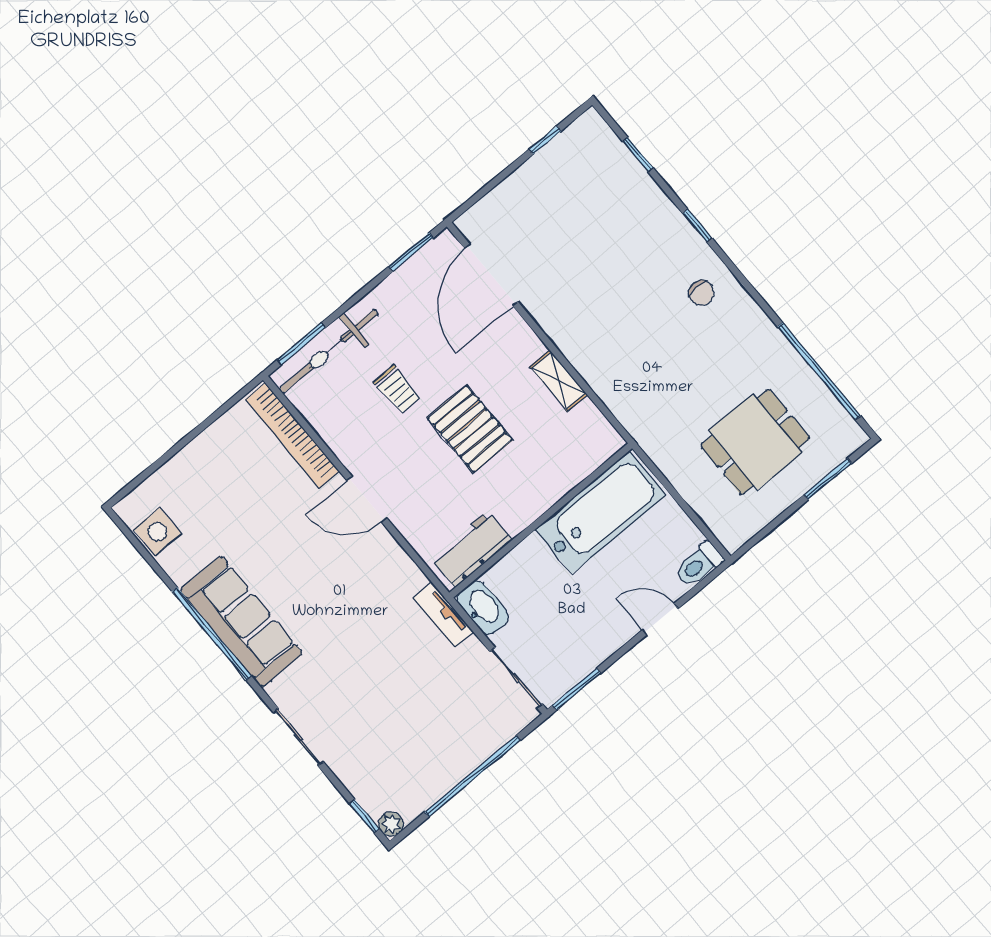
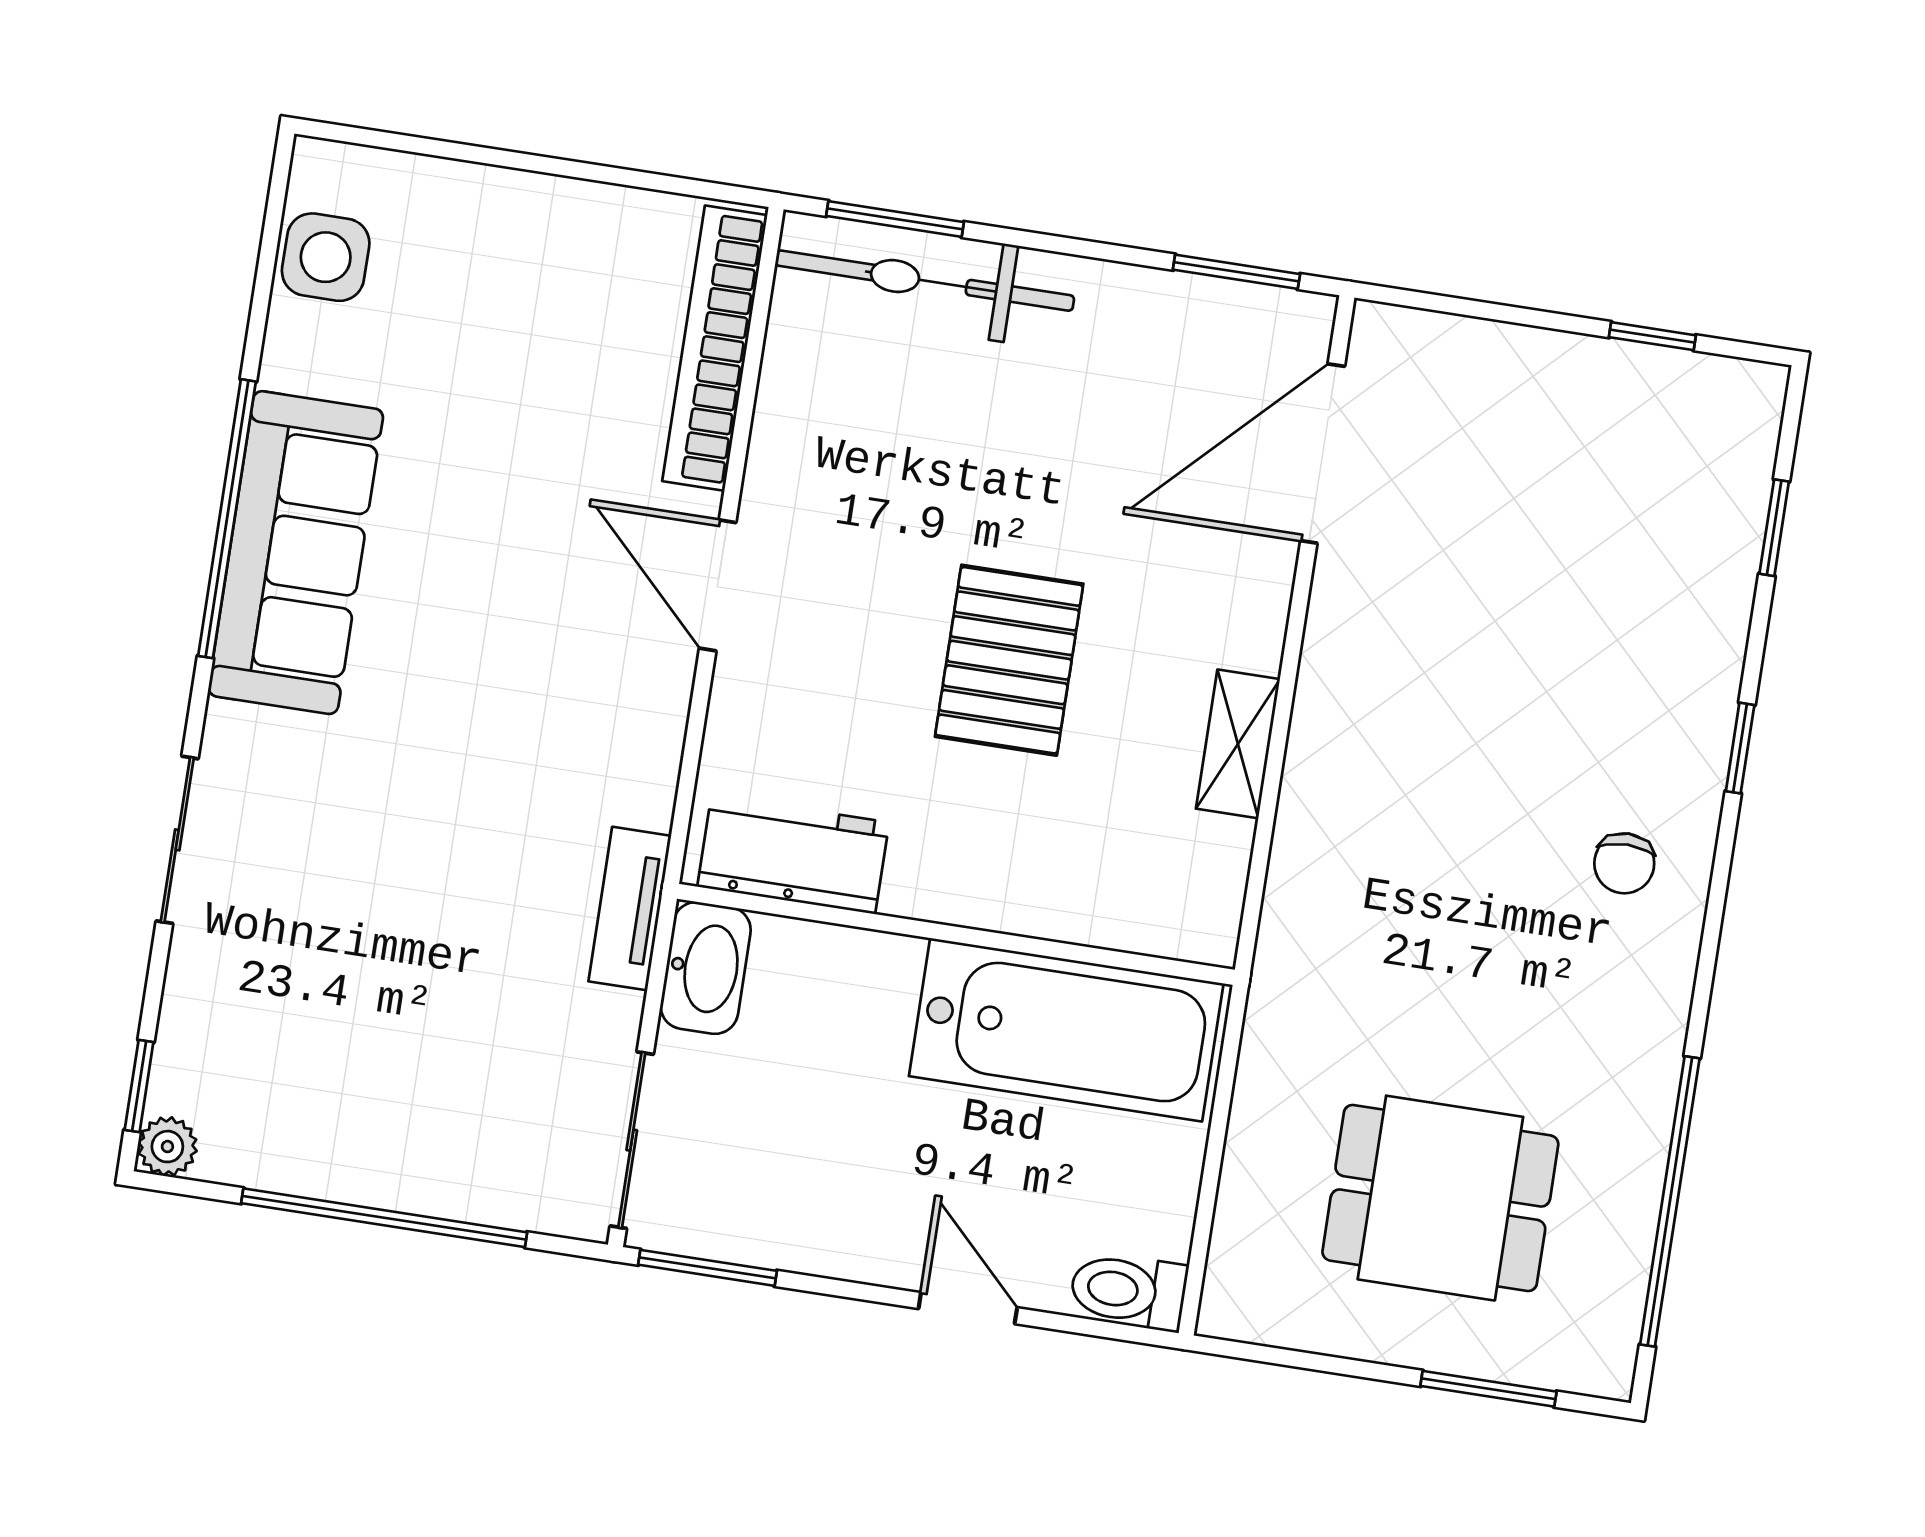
trolley: (397, 390) -> (965, 466), removed

